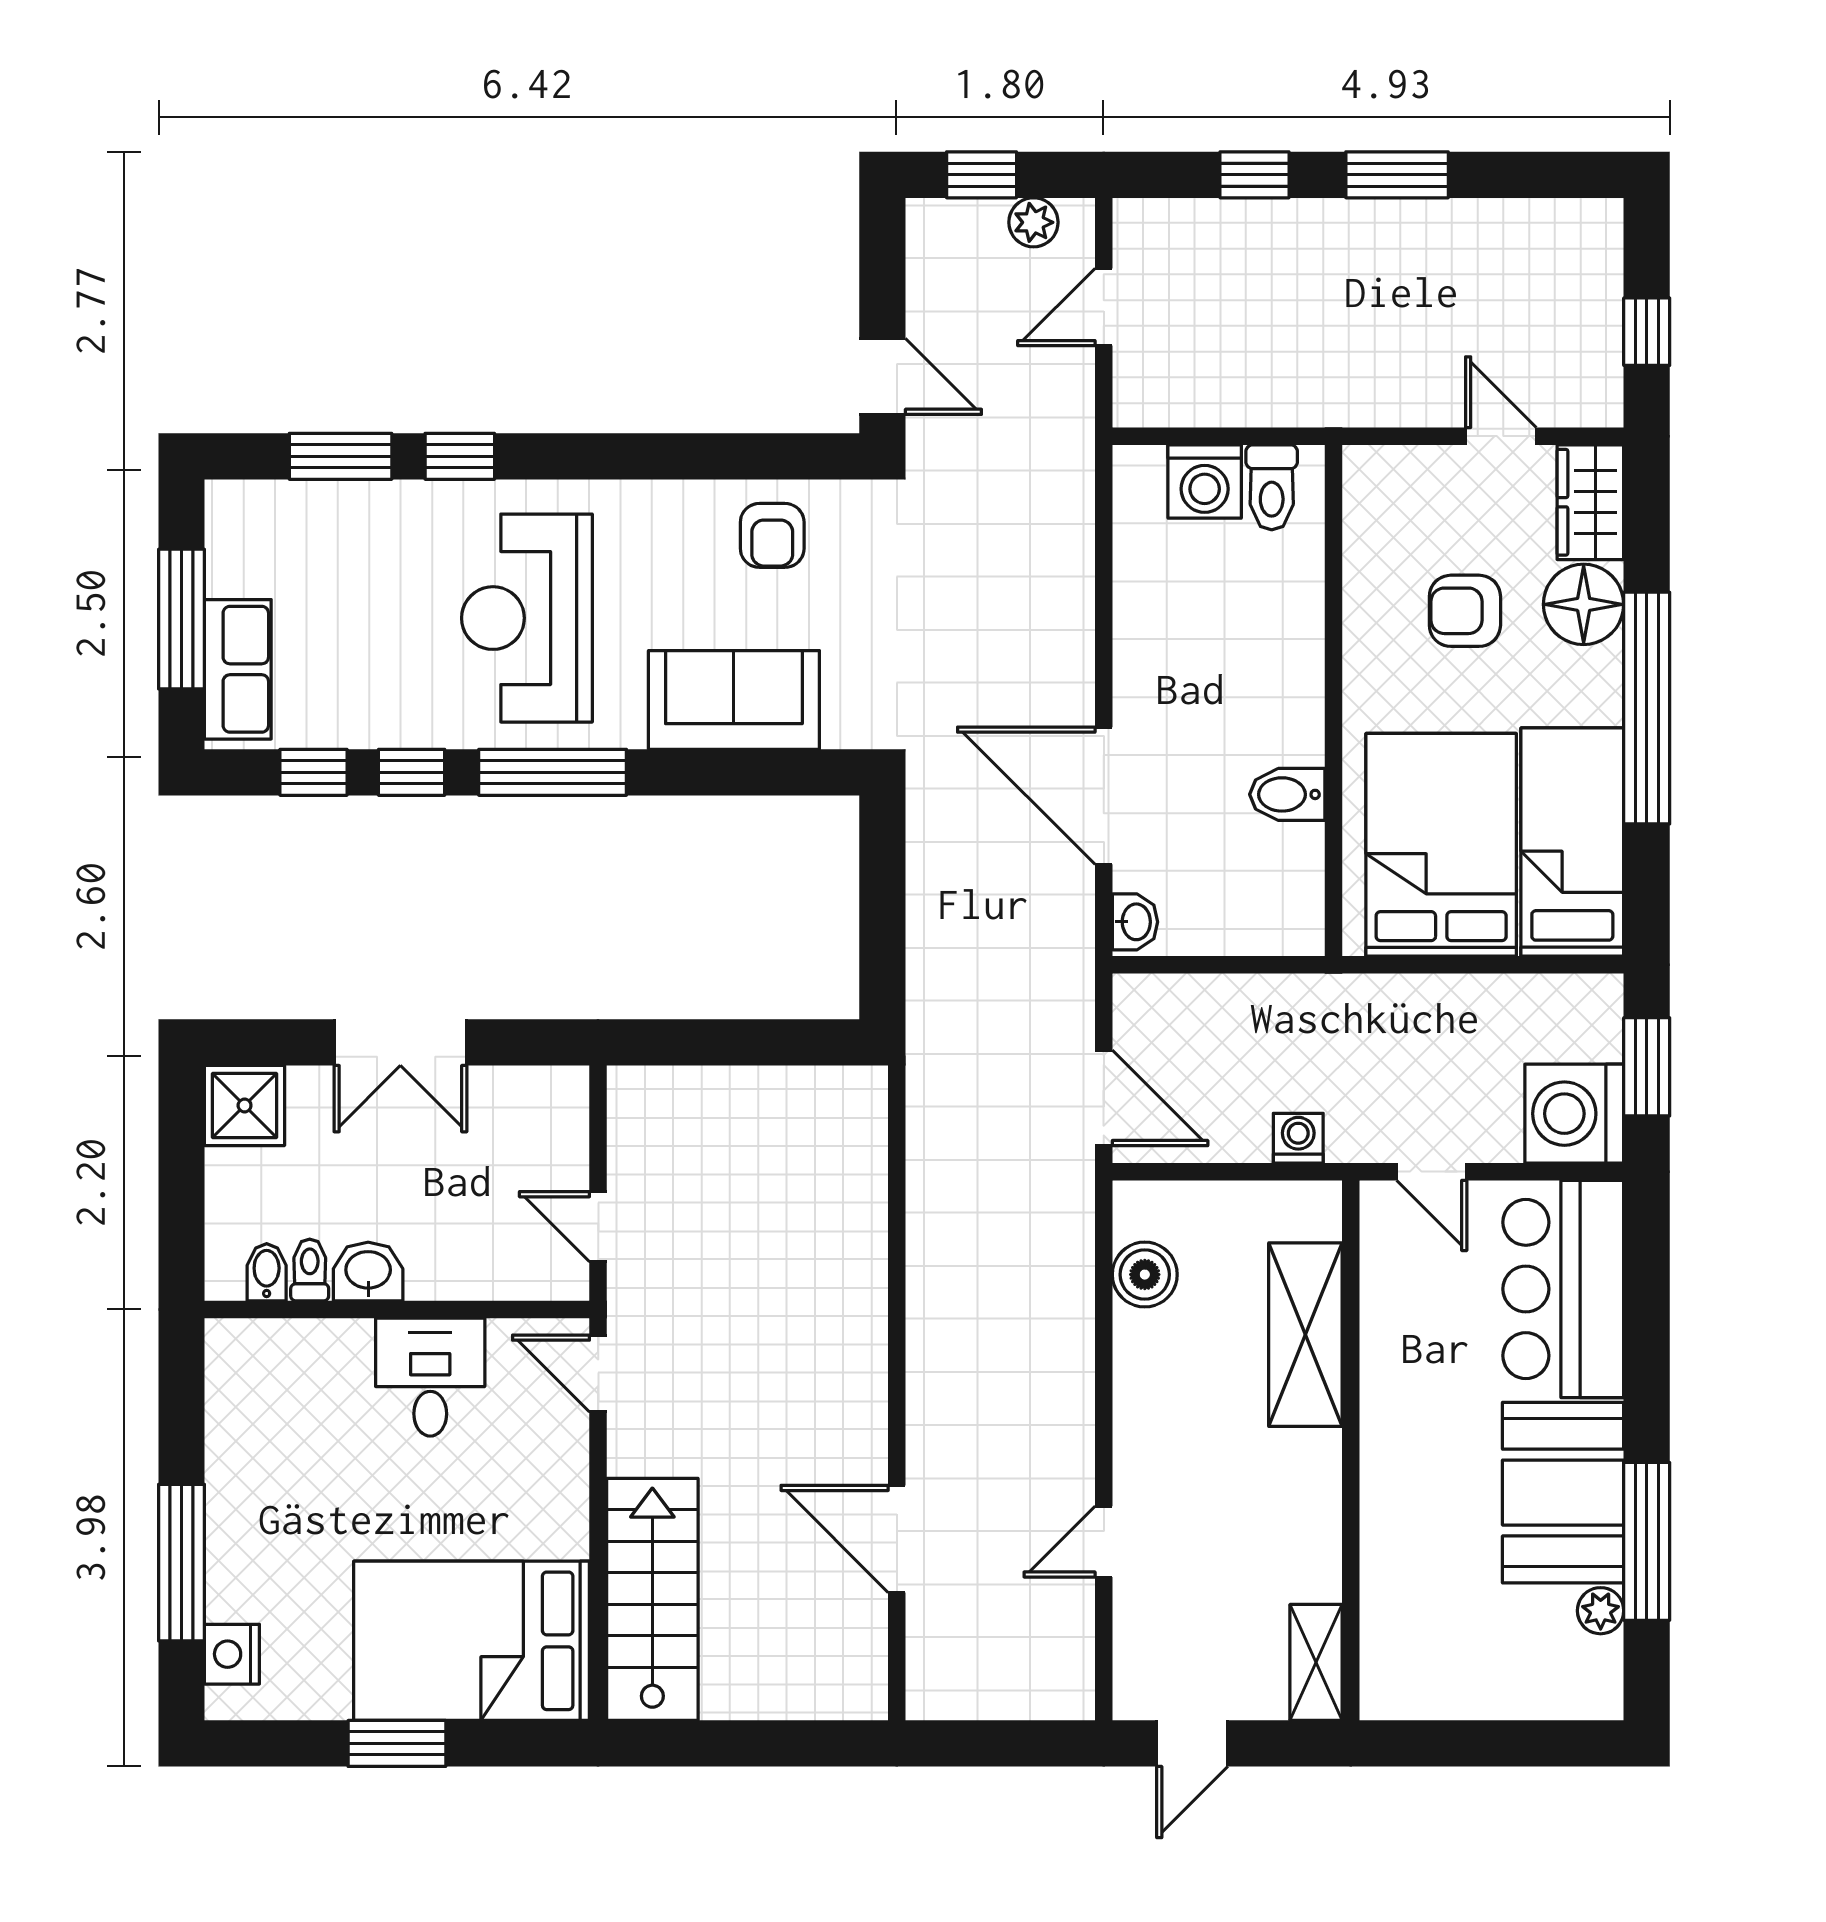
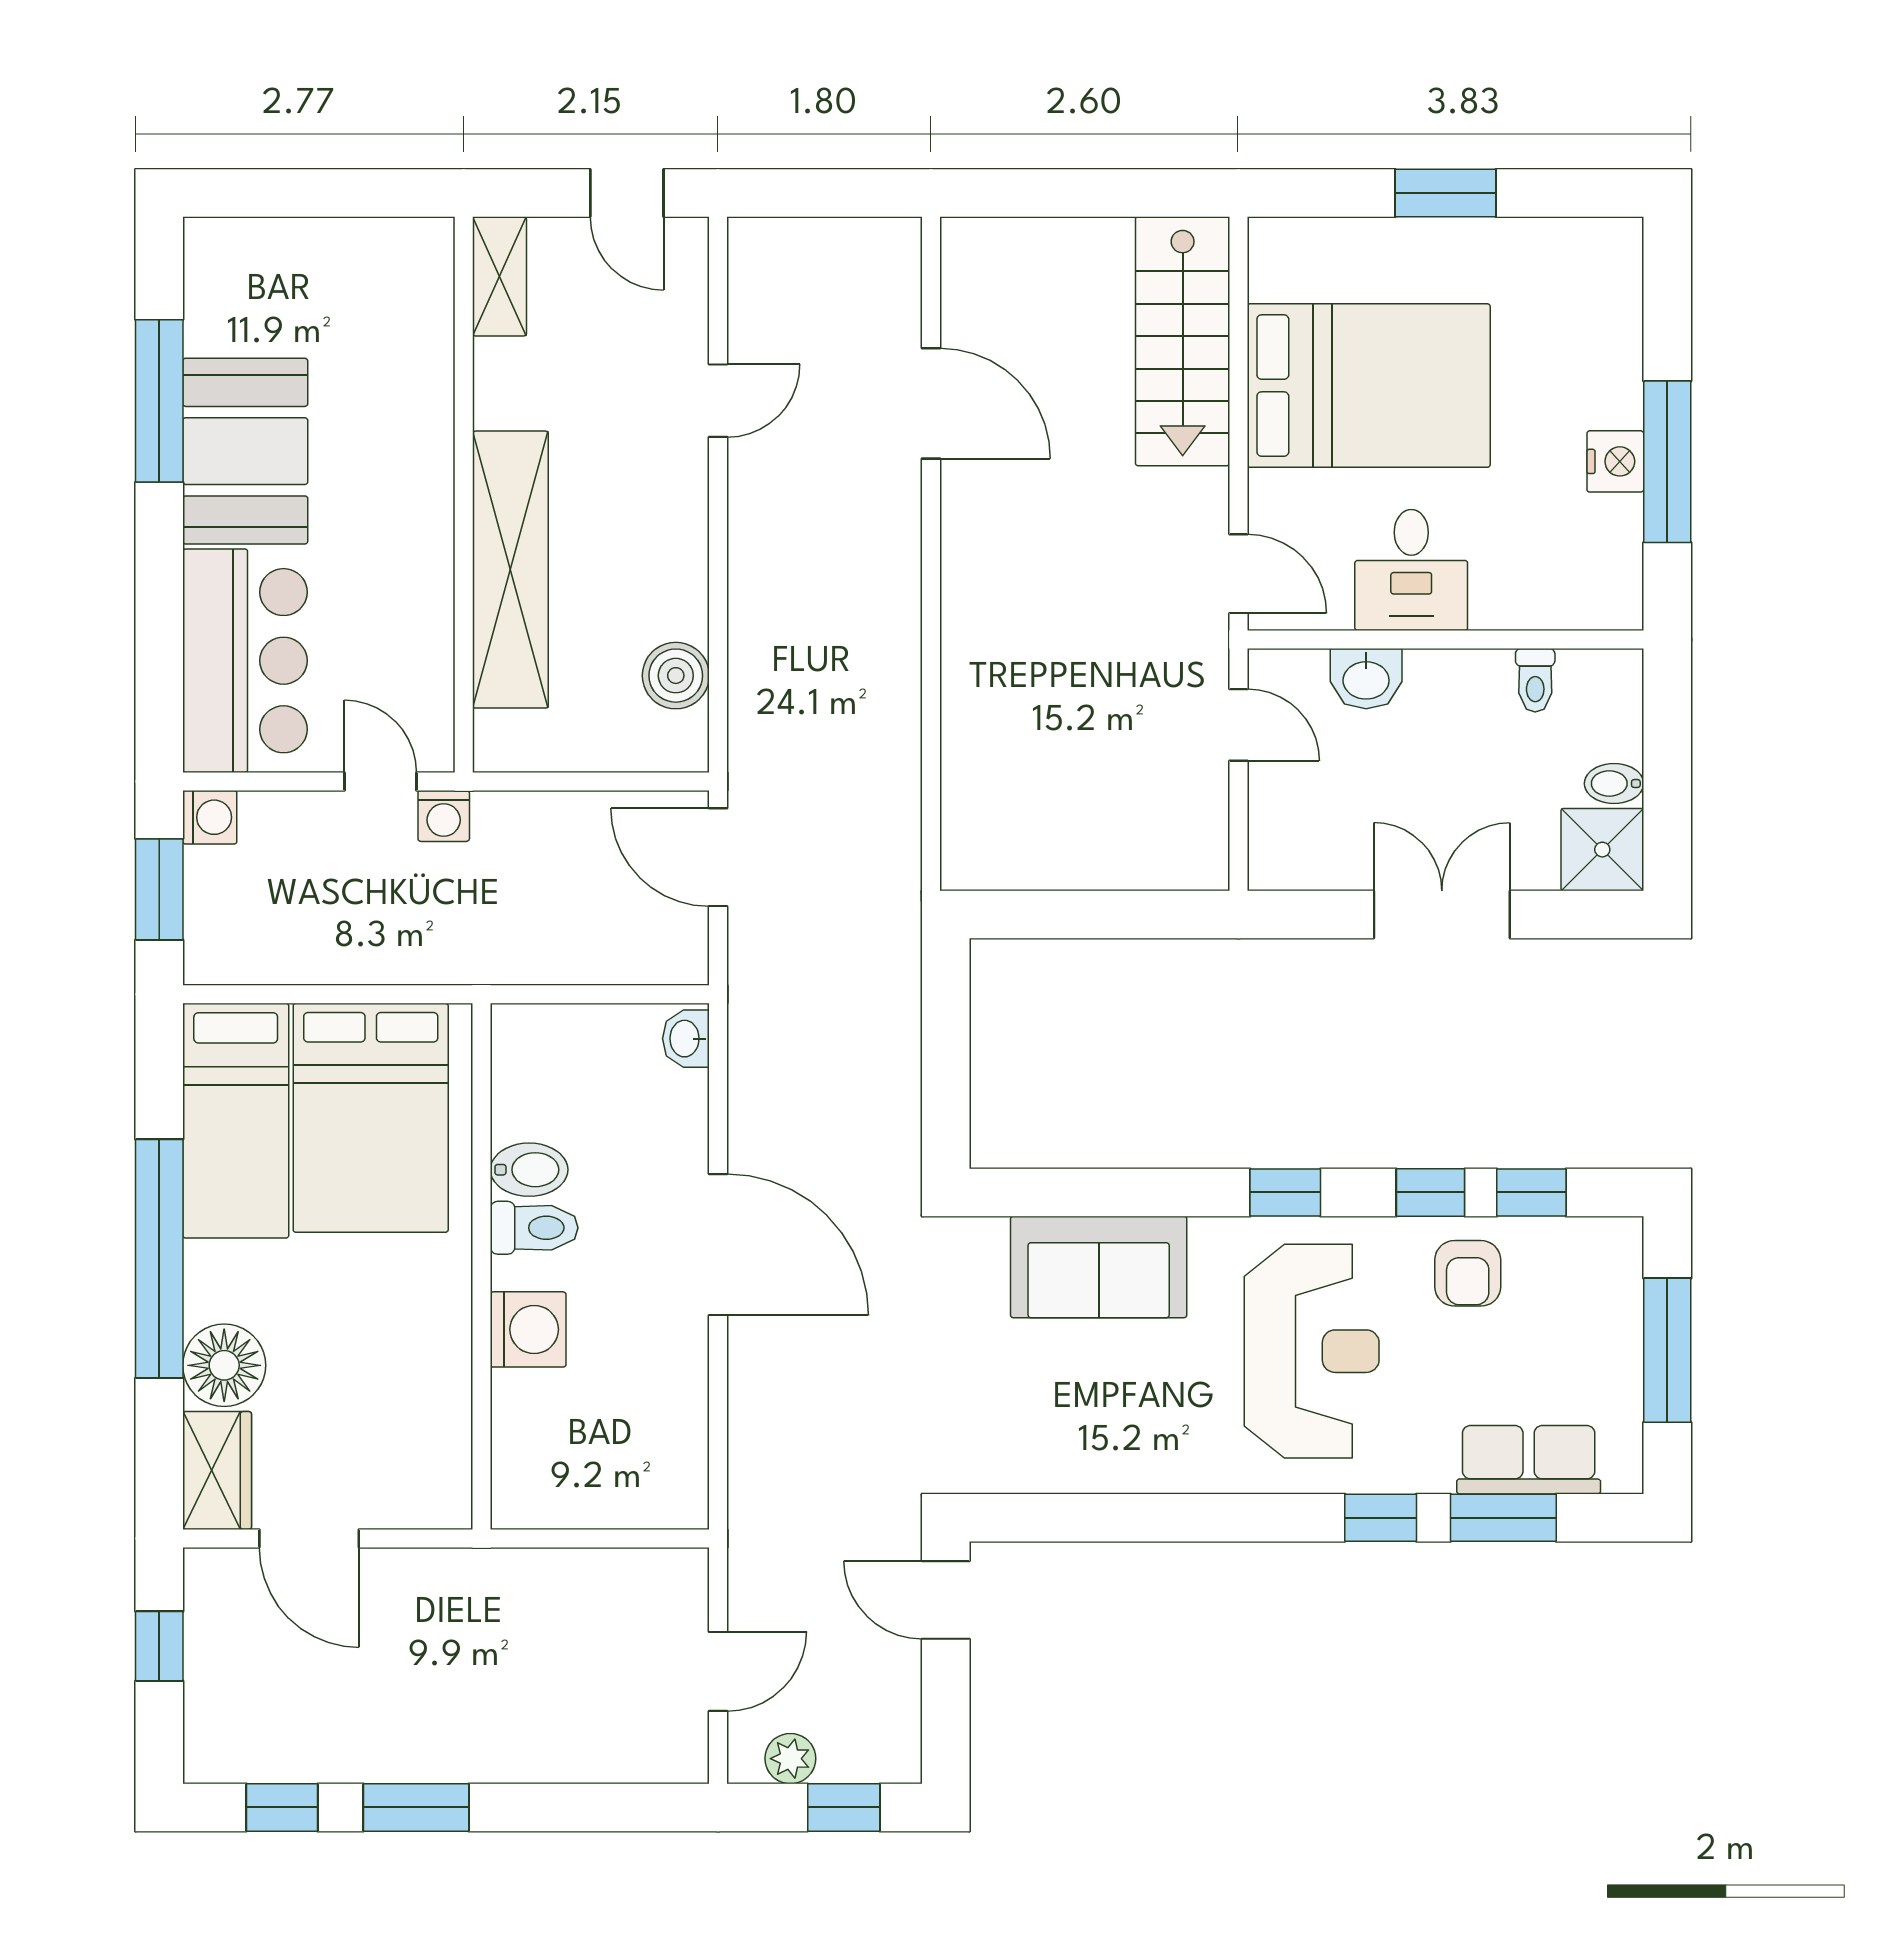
window: (1255, 175) -> (282, 1807), moved
door: (1501, 436) -> (309, 1538), width x1.38
washing machine: (1205, 482) -> (528, 1329), moved, turned 90
toilet: (1272, 487) -> (534, 1228), moved, turned 90
armchair: (772, 535) -> (1468, 1273), moved, turned 180
armchair: (1465, 611) -> (346, 1359), removed
row of seats: (238, 669) -> (1529, 1460), moved, turned 90
window: (553, 772) -> (1285, 1192), width x0.46
door: (1104, 796) -> (718, 1245), moved
washing machine: (1574, 1114) -> (210, 817), width x0.53, depth x0.53
washing machine: (1298, 1138) -> (444, 816), moved
bidet: (267, 1272) -> (1614, 784), moved, turned 90
washbasin: (368, 1272) -> (1366, 679), moved
shelving: (1305, 1335) -> (510, 570), width x1.47
window: (181, 1563) -> (1667, 462), moved
plant: (1601, 1611) -> (207, 330), removed
bed: (472, 1641) -> (1369, 386), moved
nightstand: (232, 1654) -> (1615, 461), moved
door: (1192, 1743) -> (627, 193), swing flipped

